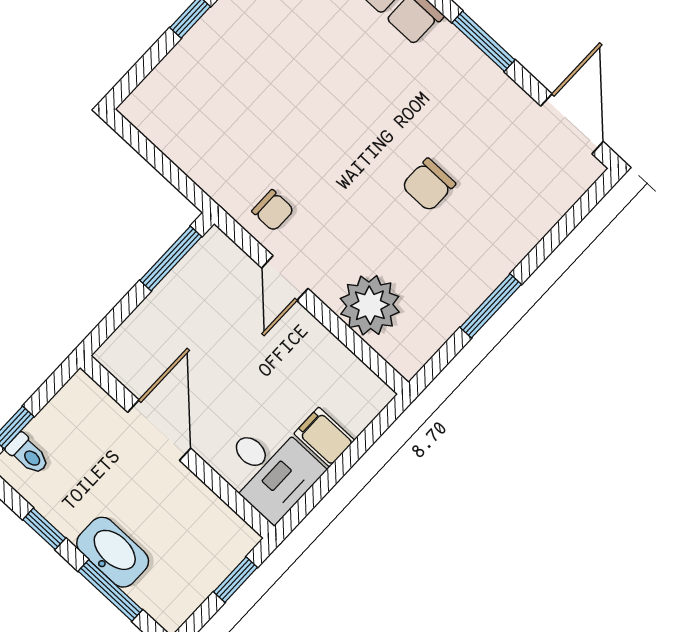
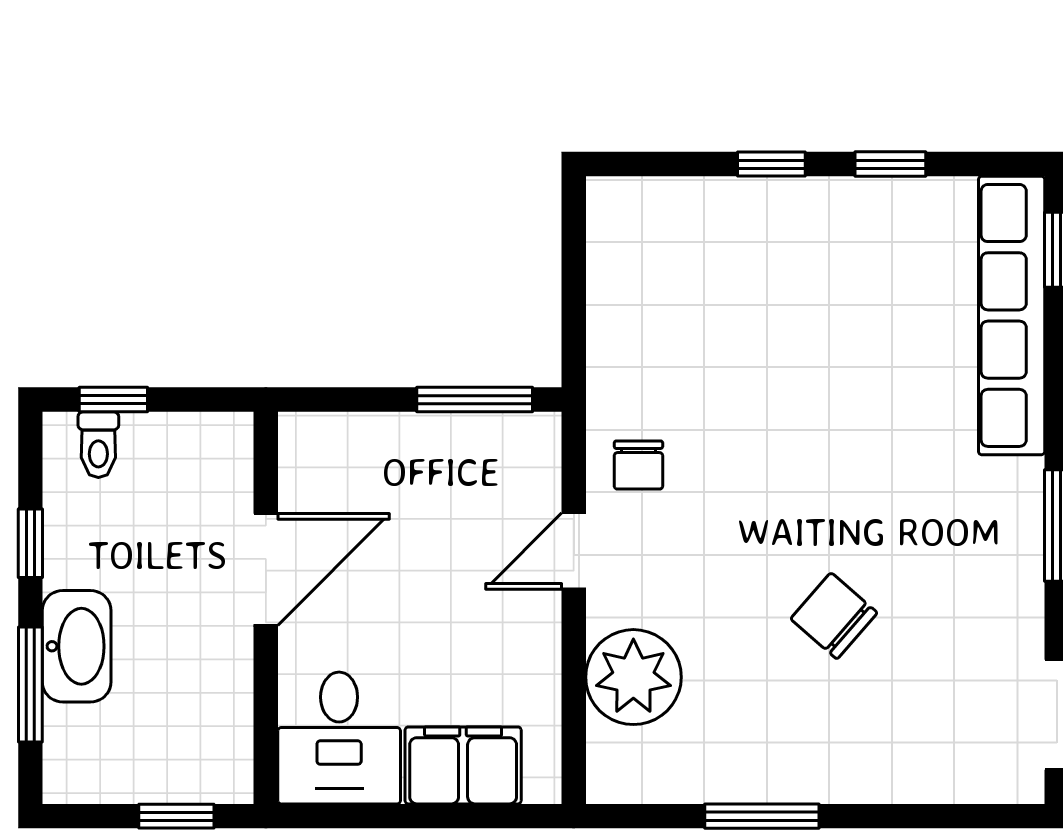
chair: (429, 185) -> (834, 616), turned 41
filing cabinet: (324, 437) -> (463, 765), width x2.00

